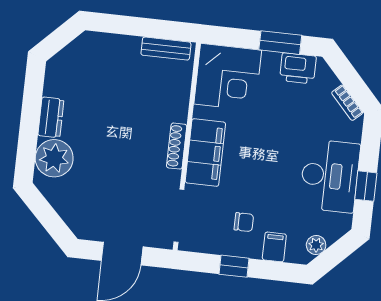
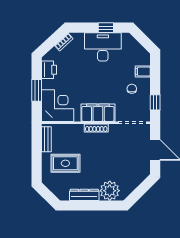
window: (280, 43) -> (37, 90), moved
rug: (116, 80) -> (65, 163), added
dresser: (51, 117) -> (84, 195), width x1.44
plant: (316, 245) -> (139, 50), removed
window: (234, 266) -> (155, 102), moved

